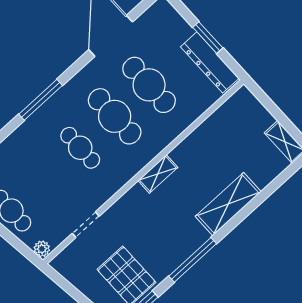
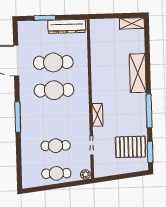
window: (208, 38) -> (45, 18), moved
cafe table: (80, 148) -> (56, 146), moved
shelving: (158, 174) -> (97, 115), moved

